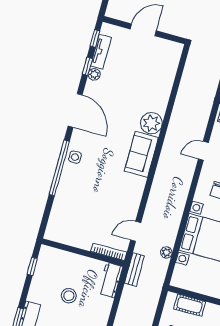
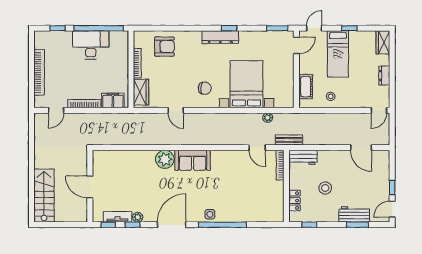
locker: (64, 257) -> (295, 201), added

